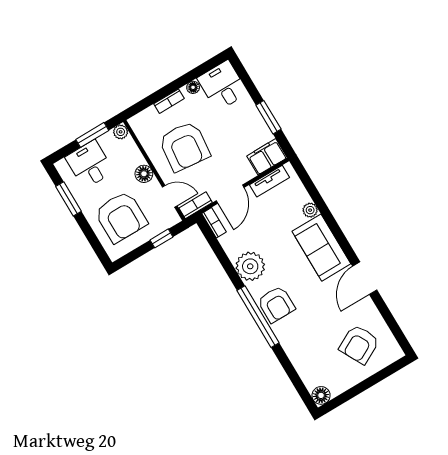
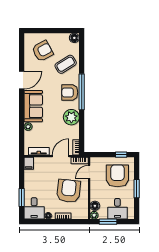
window: (268, 117) -> (22, 197), moved
filing cabinet: (267, 157) -> (29, 163), width x0.50
floor lamp: (144, 174) -> (95, 206), moved
door: (170, 196) -> (89, 172), hinge flipped
window: (68, 199) -> (137, 189), moved
window: (161, 238) -> (121, 155), moved
armchair: (276, 304) -> (70, 92), turned -90
coffee table: (310, 345) -> (66, 64), added

